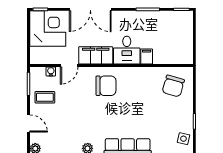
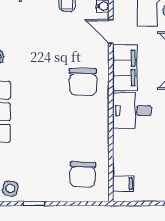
filing cabinet: (147, 57) -> (123, 184), moved
chair: (173, 86) -> (83, 174), turned -104

